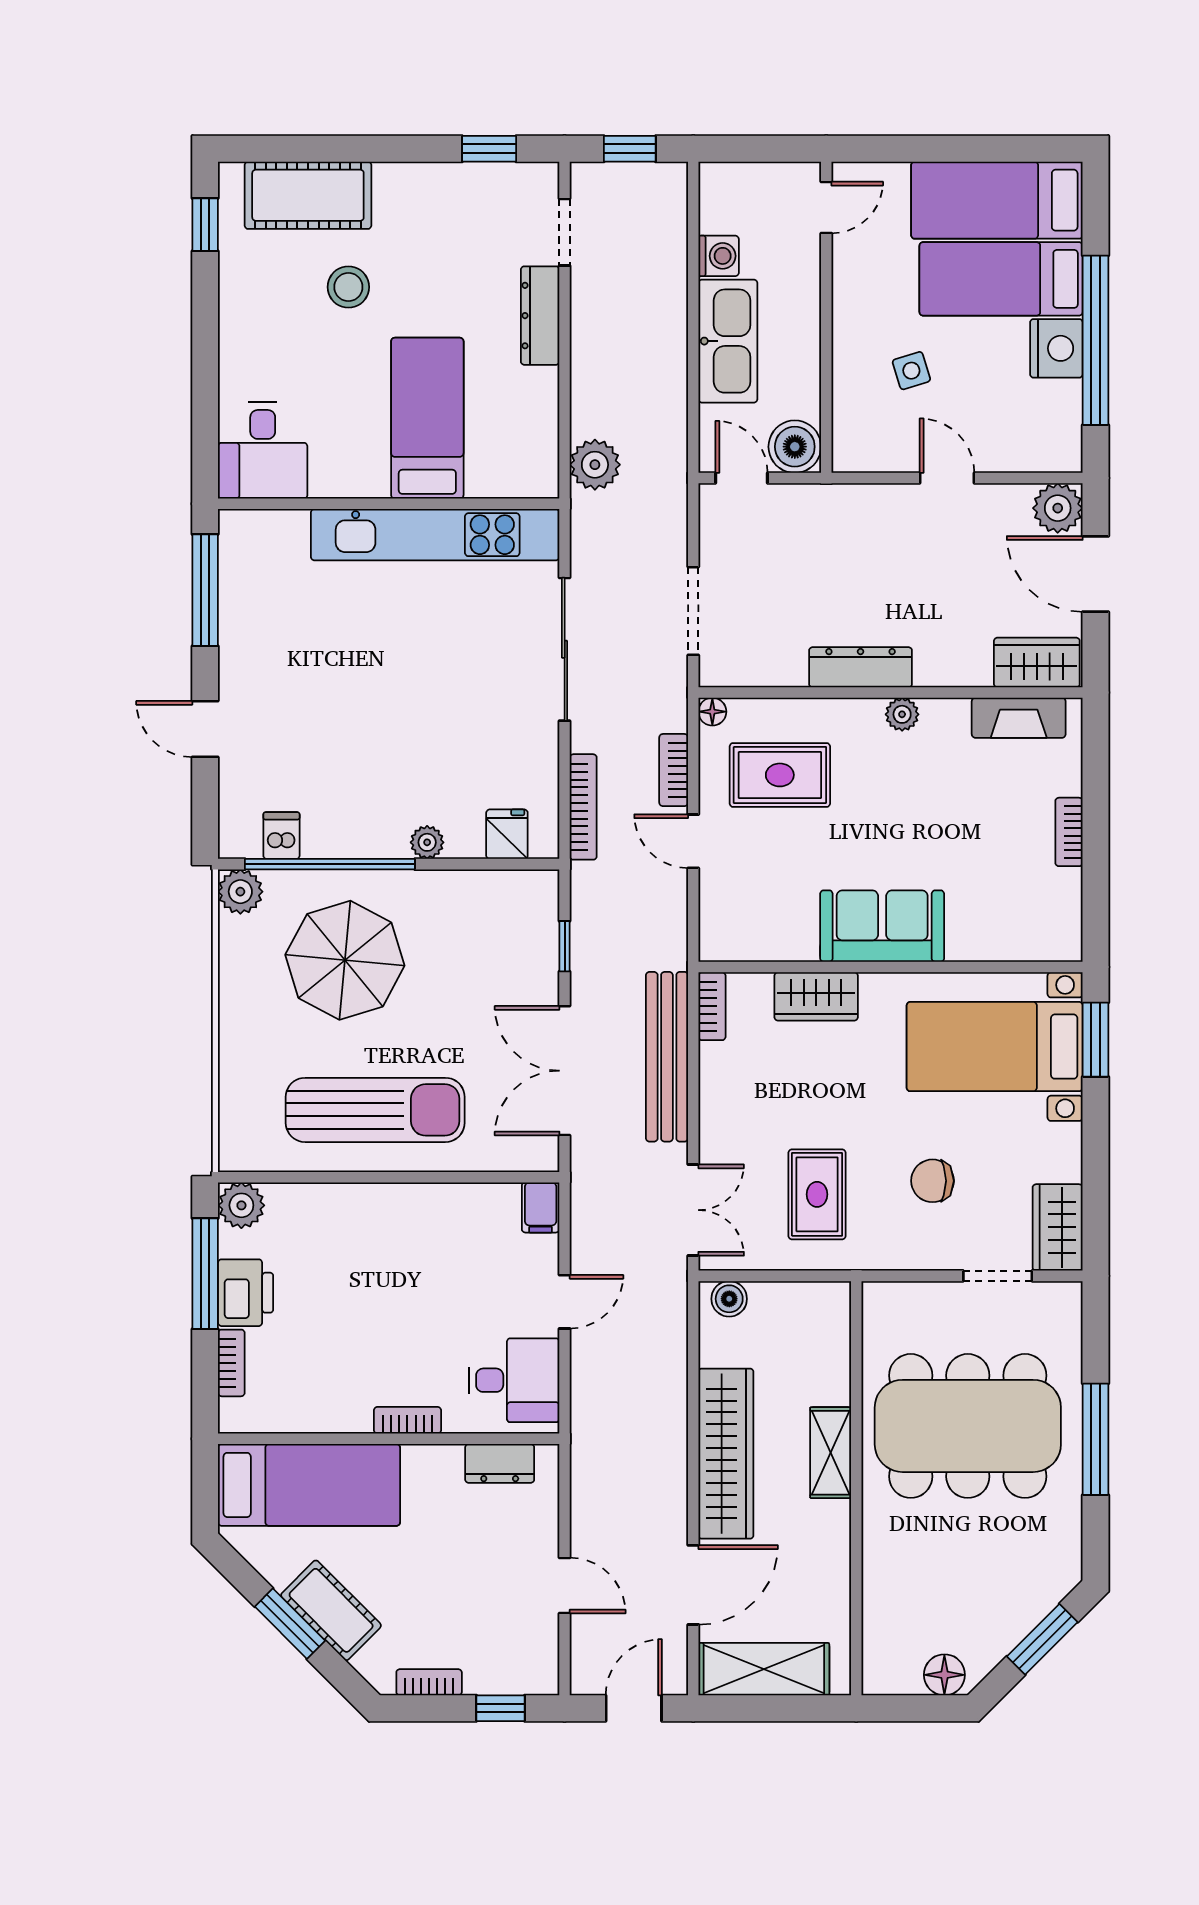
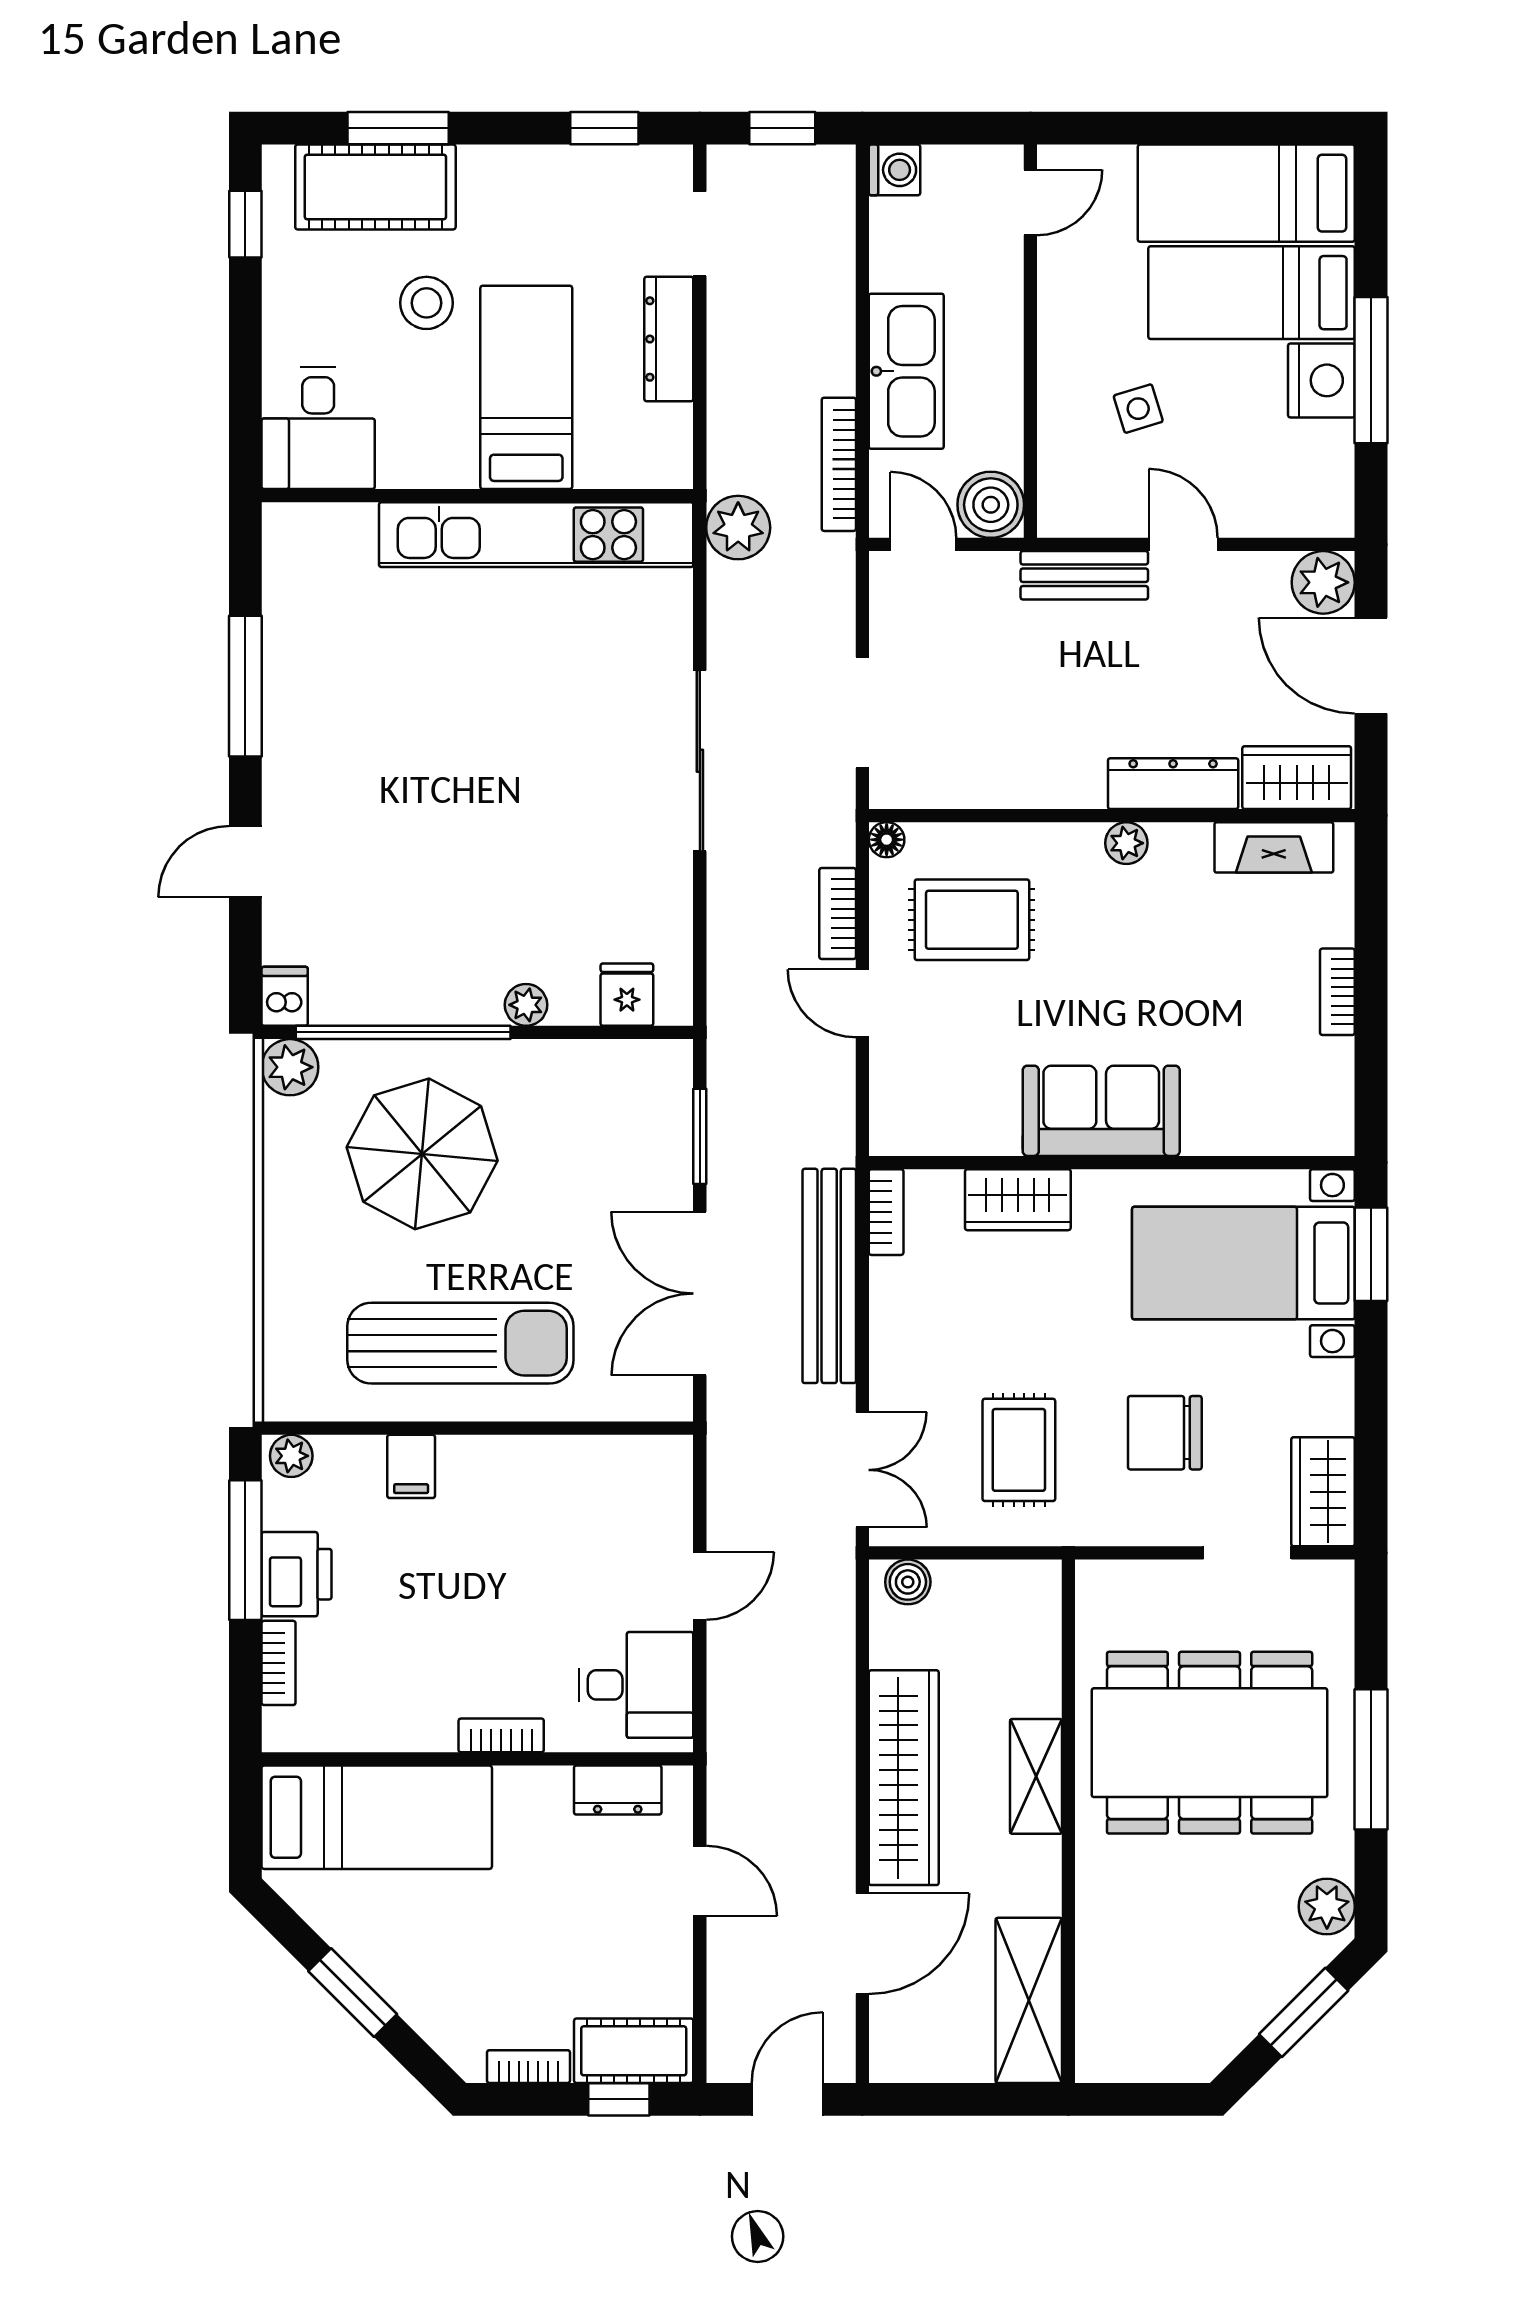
window: (326, 149) -> (398, 128), added
washing machine: (719, 256) -> (894, 170), moved
window: (1096, 340) -> (1371, 370), width x0.68
bed: (427, 418) -> (526, 387), moved
desk: (263, 450) -> (318, 428), moved
bench: (869, 502) -> (1084, 575), added
wall: (389, 504) -> (477, 496), moved
kitchen unit: (435, 535) -> (536, 535), moved
dresser: (861, 667) -> (1173, 784), moved
door: (205, 729) -> (245, 862), hinge flipped
bookcase: (583, 807) -> (839, 464), moved, turned 180
dishwasher: (281, 836) -> (285, 996), moved
window: (565, 946) -> (700, 1136), width x1.50
chair: (932, 1181) -> (1165, 1433), width x1.37, depth x1.37
plant: (241, 1205) -> (291, 1456), width x0.73, depth x0.73
filing cabinet: (541, 1207) -> (411, 1466), moved
plant: (1061, 1556) -> (1327, 1907), added
door: (565, 1586) -> (700, 1881), moved
cot: (331, 1610) -> (634, 2051), moved, turned -45
shelving: (764, 1669) -> (1029, 2000), moved, turned 90
floor lamp: (944, 1675) -> (1180, 2057), removed

